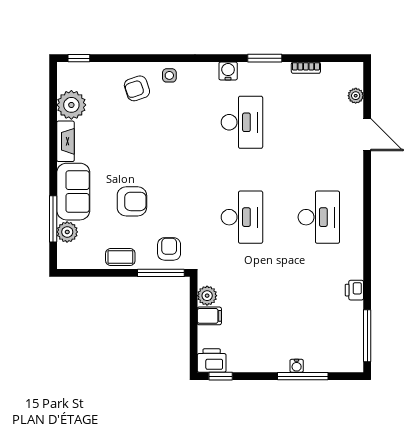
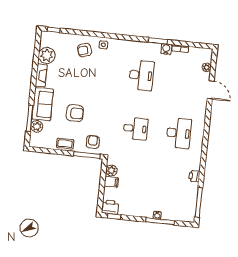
water cooler: (228, 71) -> (166, 49), moved
desk: (242, 217) -> (136, 129), width x0.73

